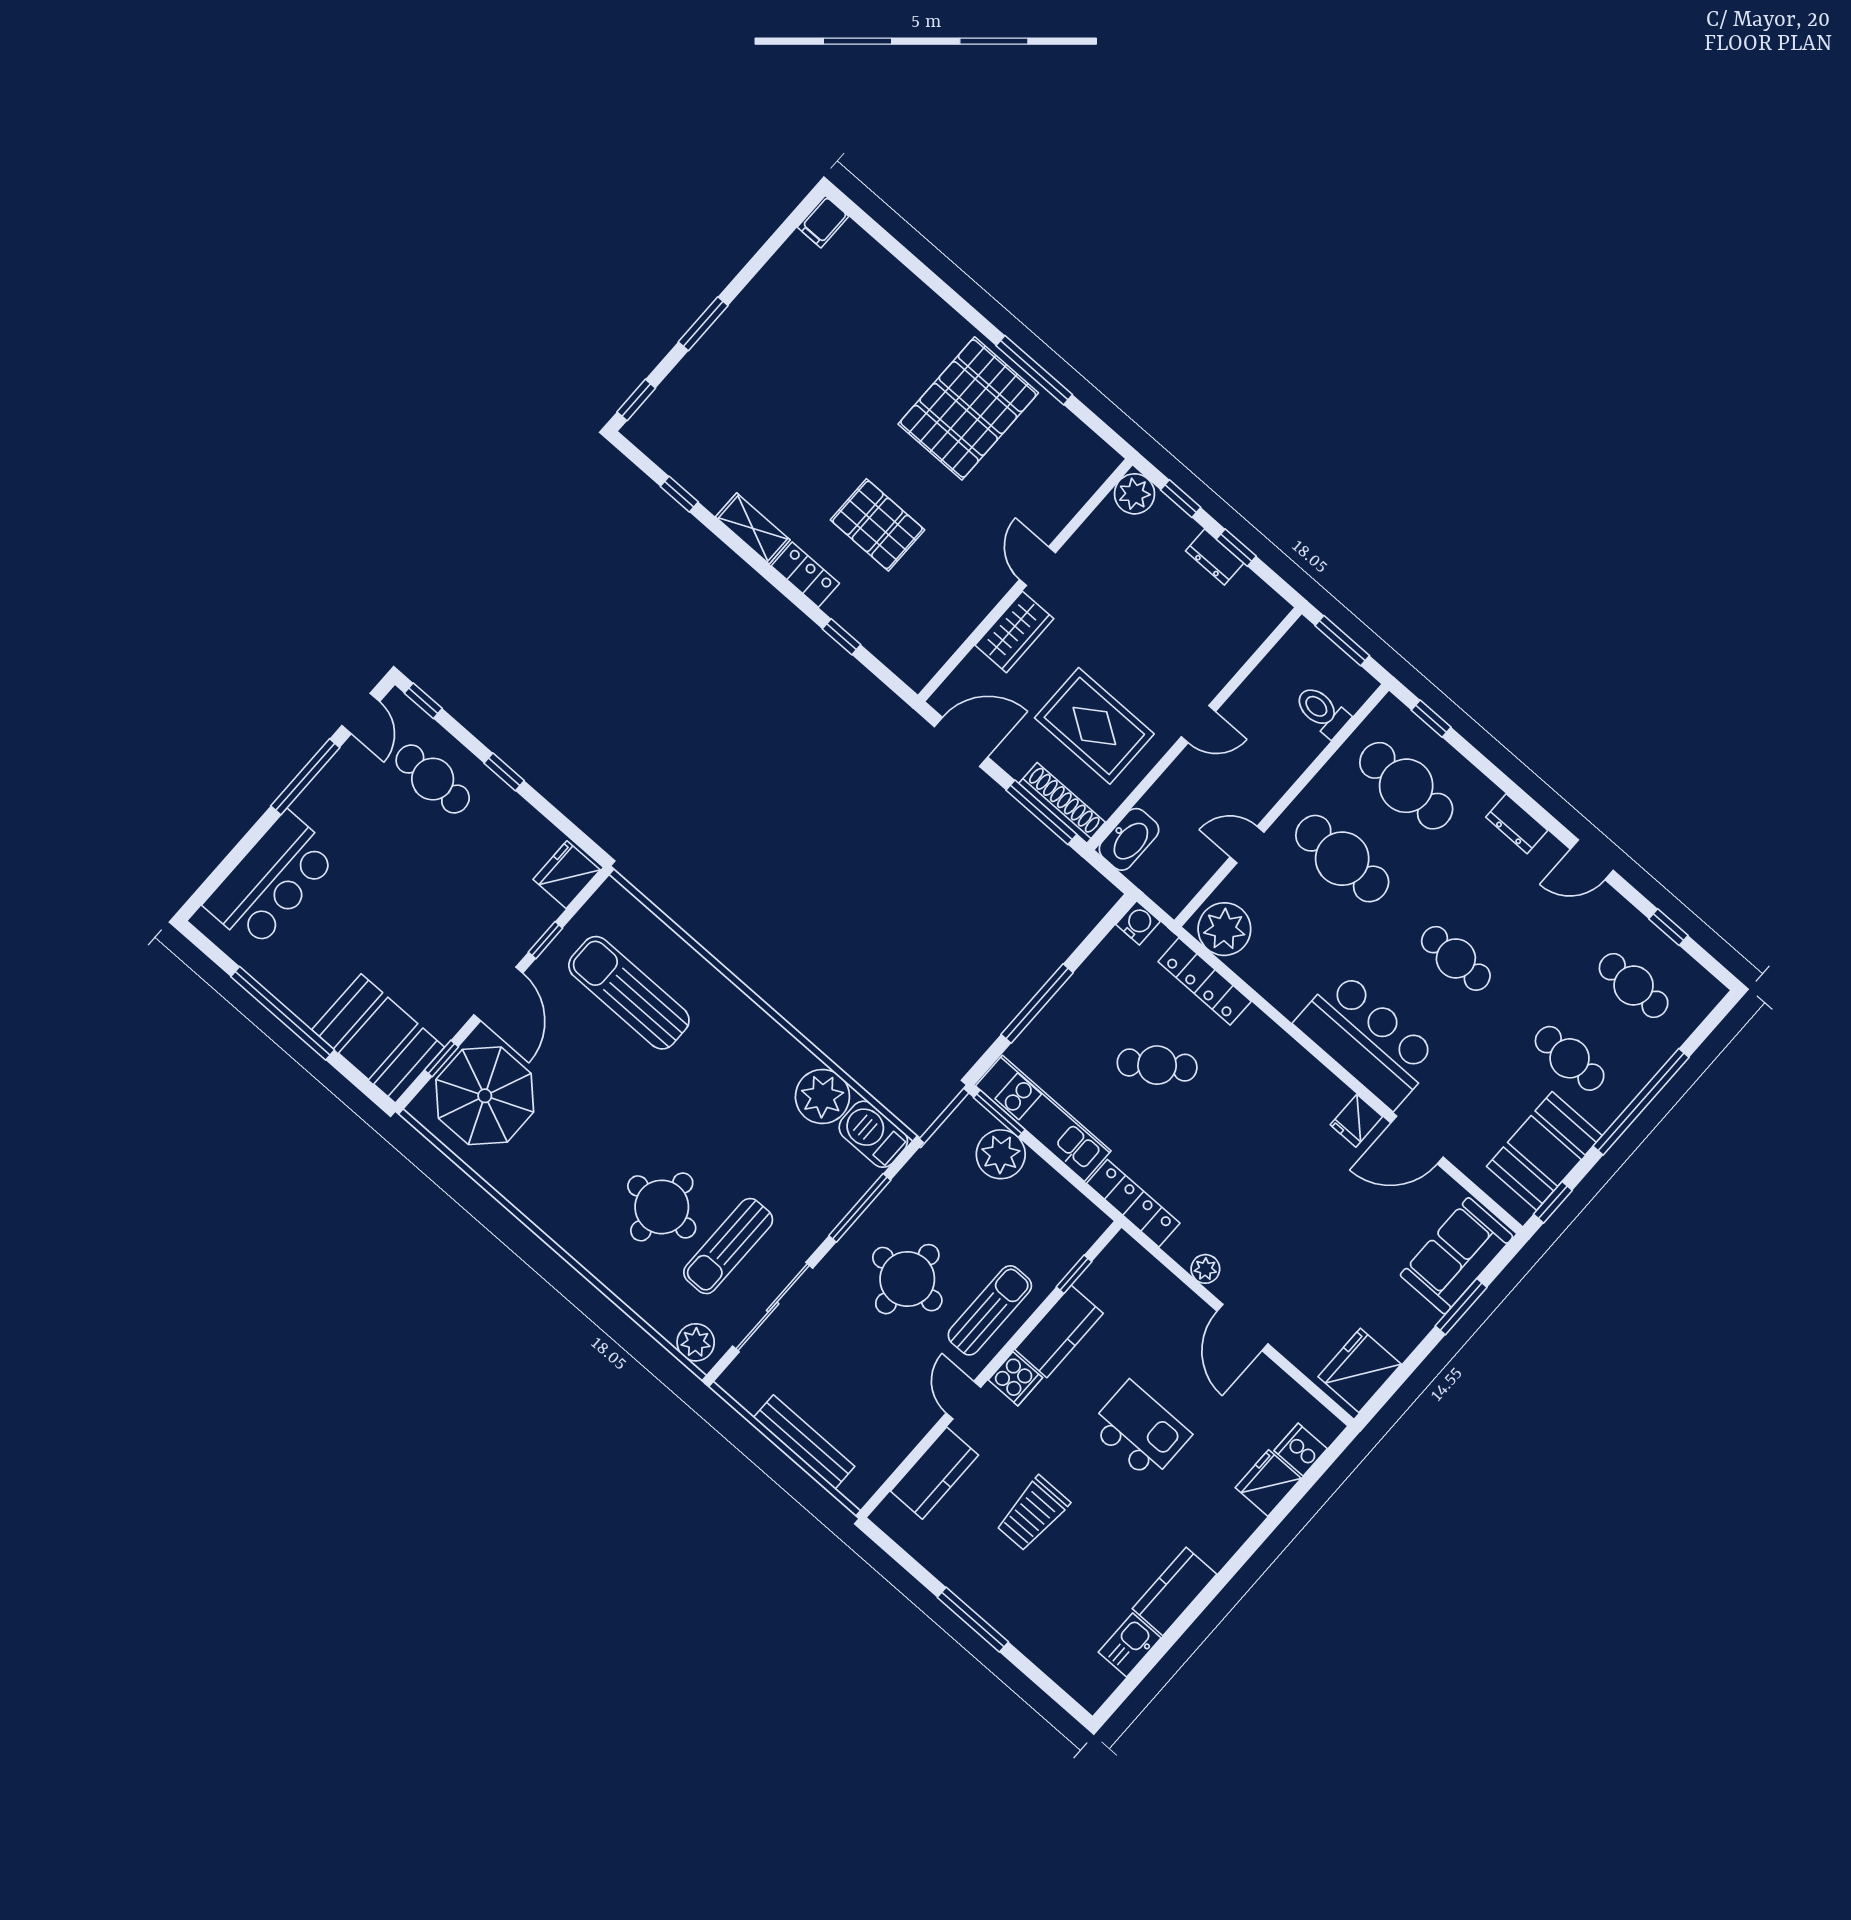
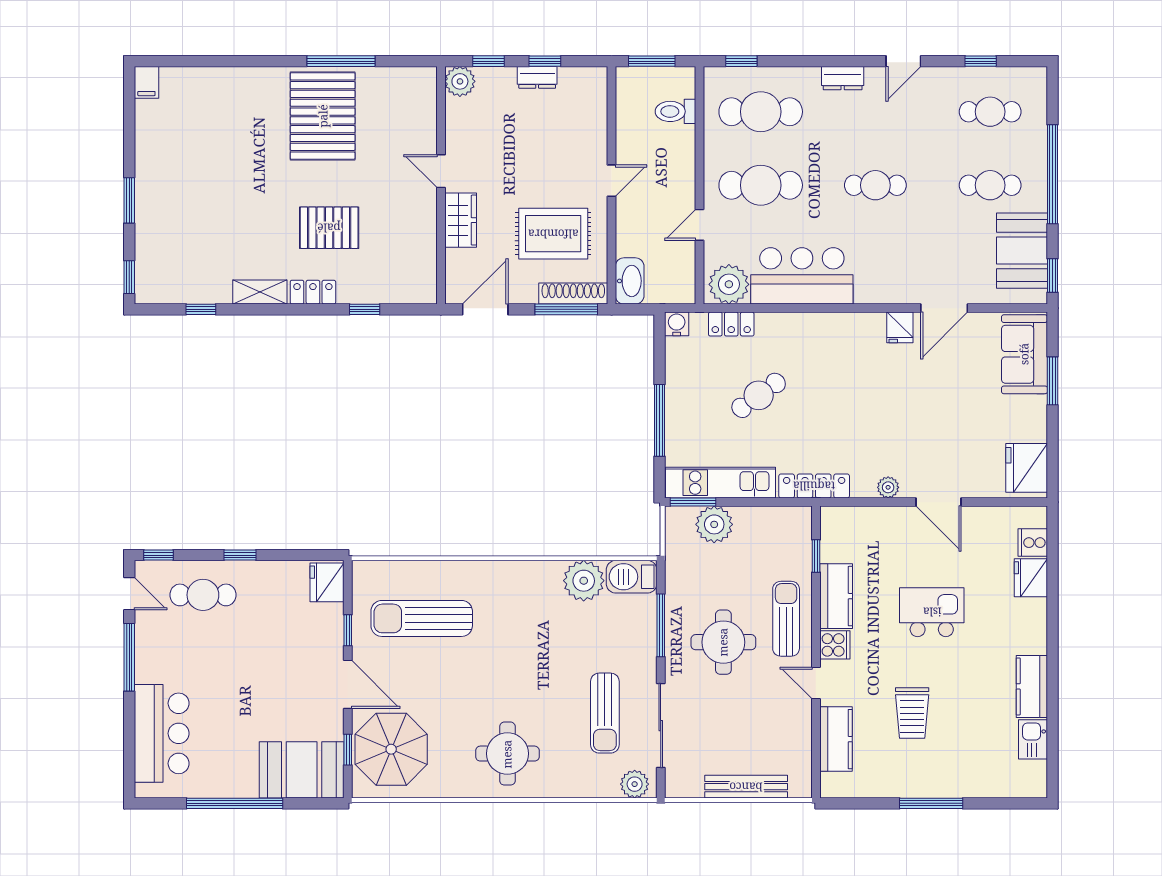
locker: (1205, 981) -> (731, 324), width x0.66
bar counter: (1367, 1040) -> (802, 276), moved
round table: (662, 1207) -> (507, 754), moved

